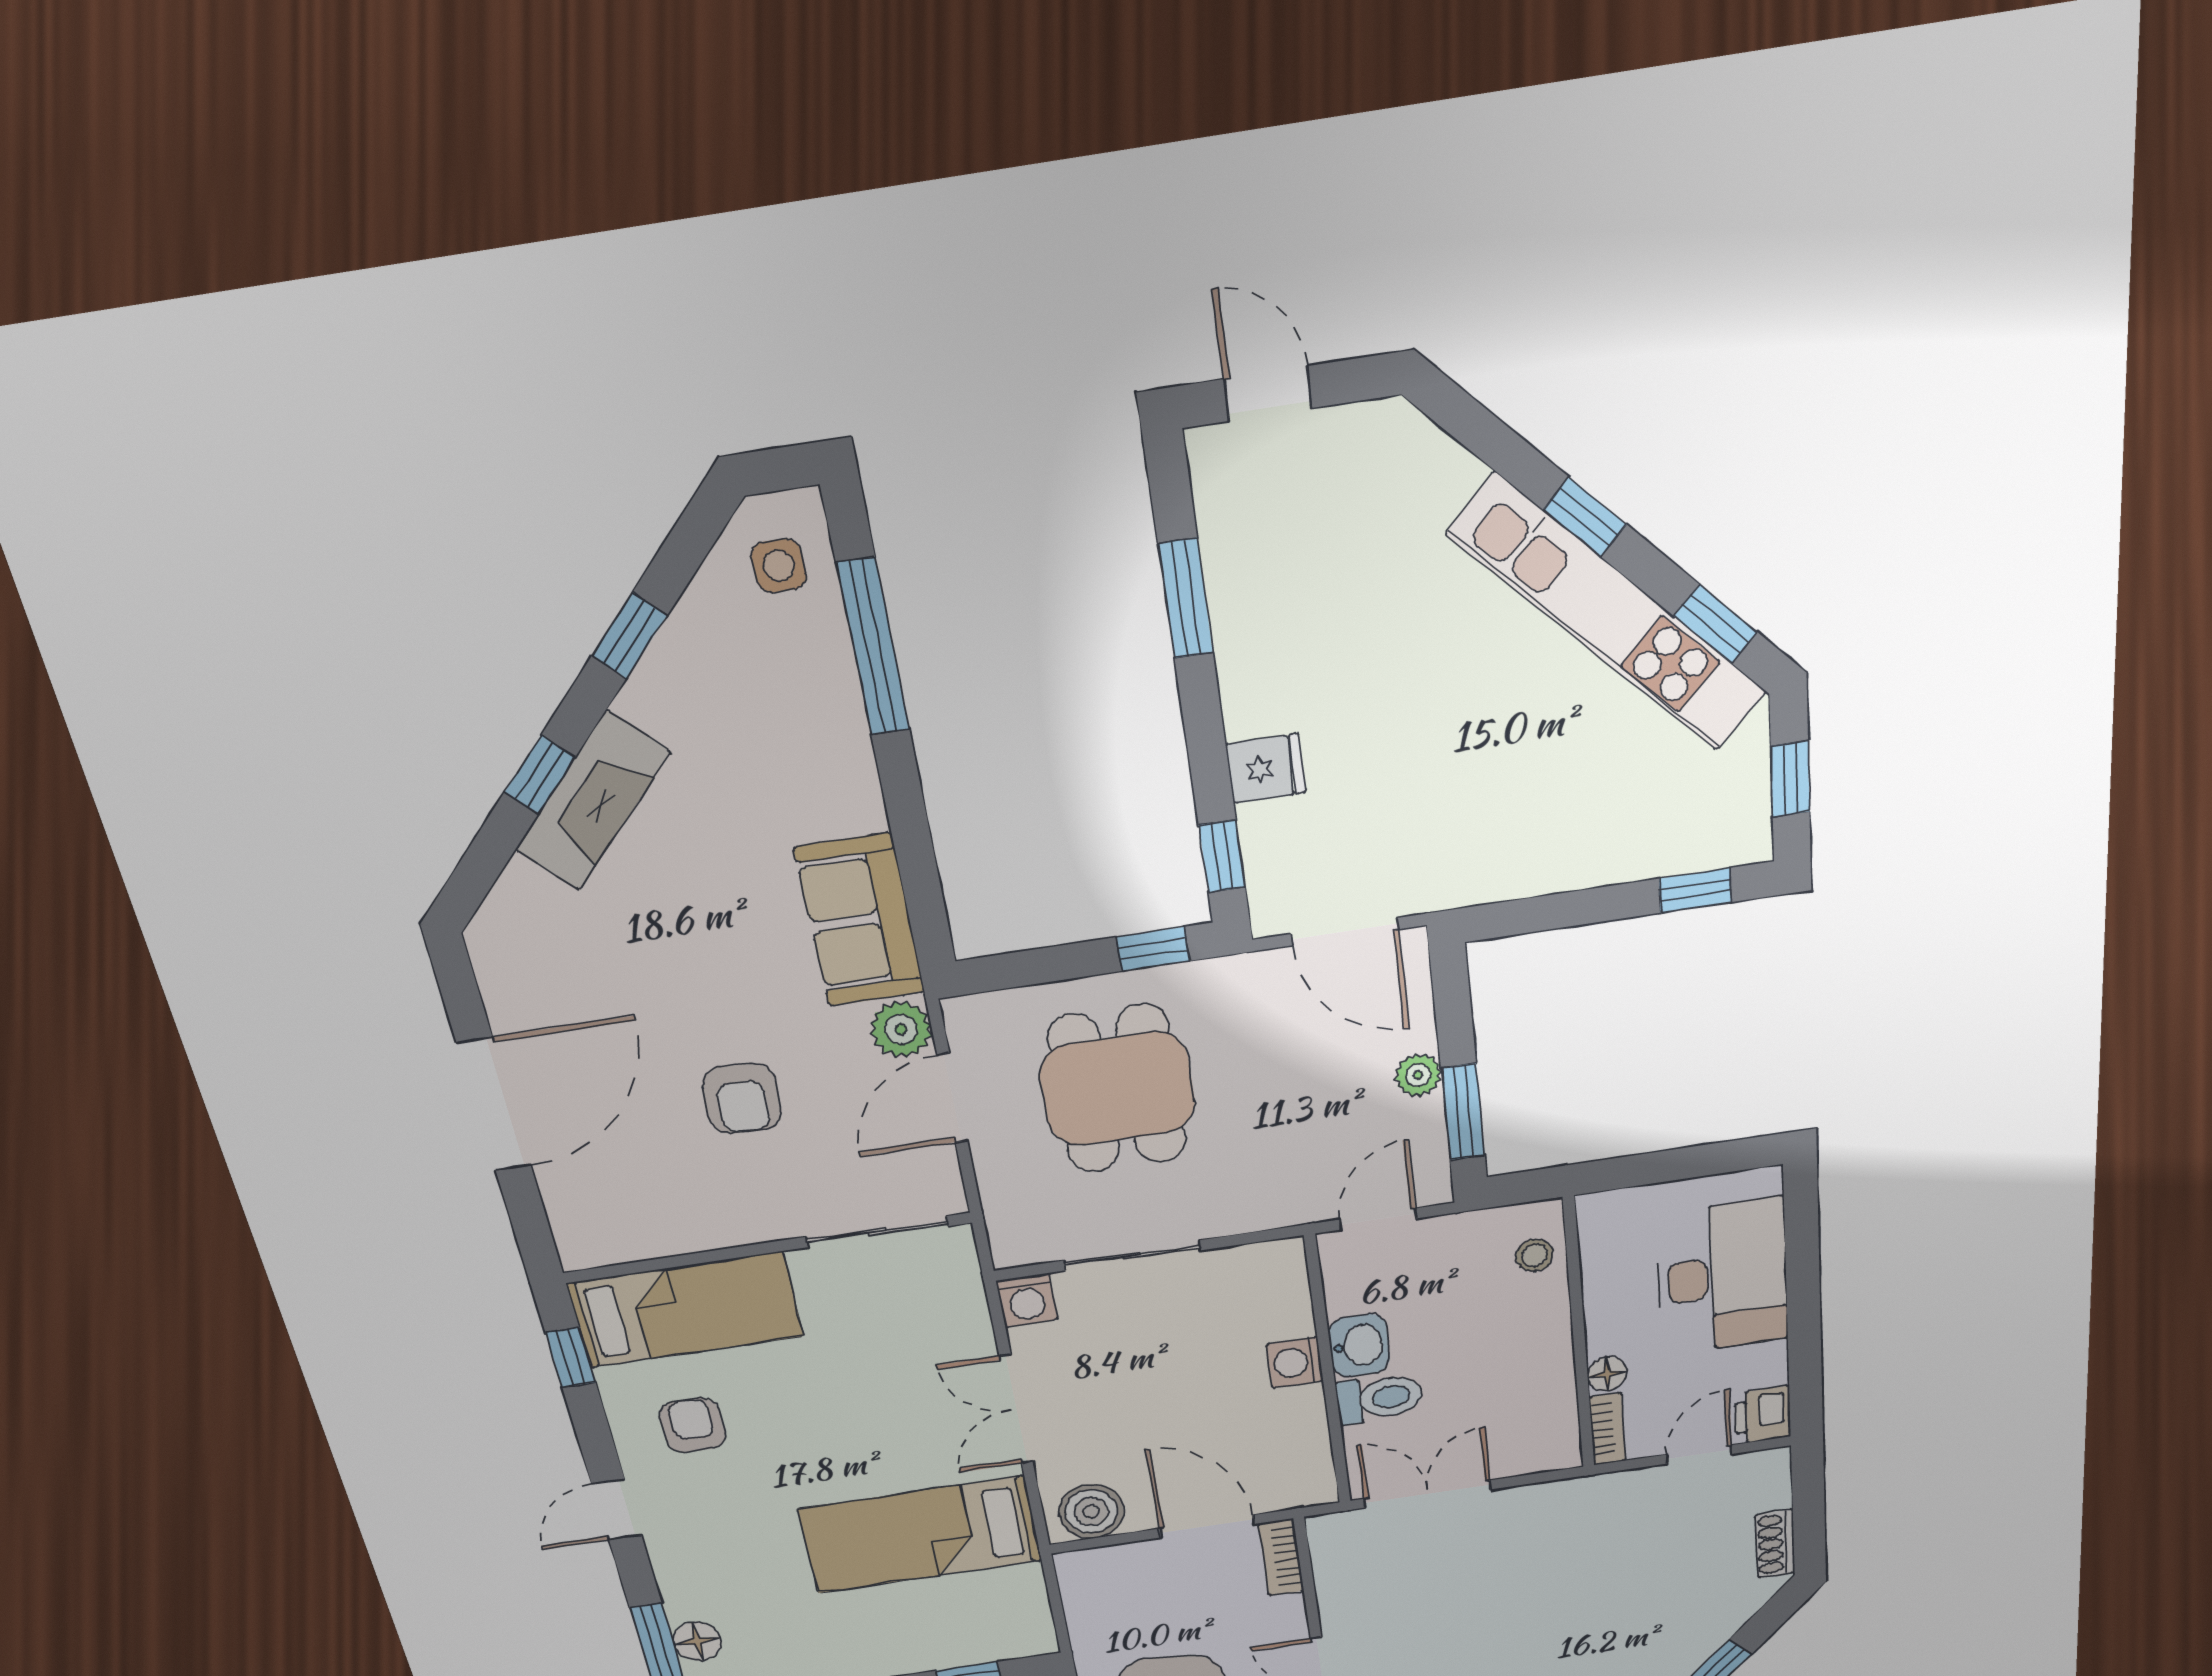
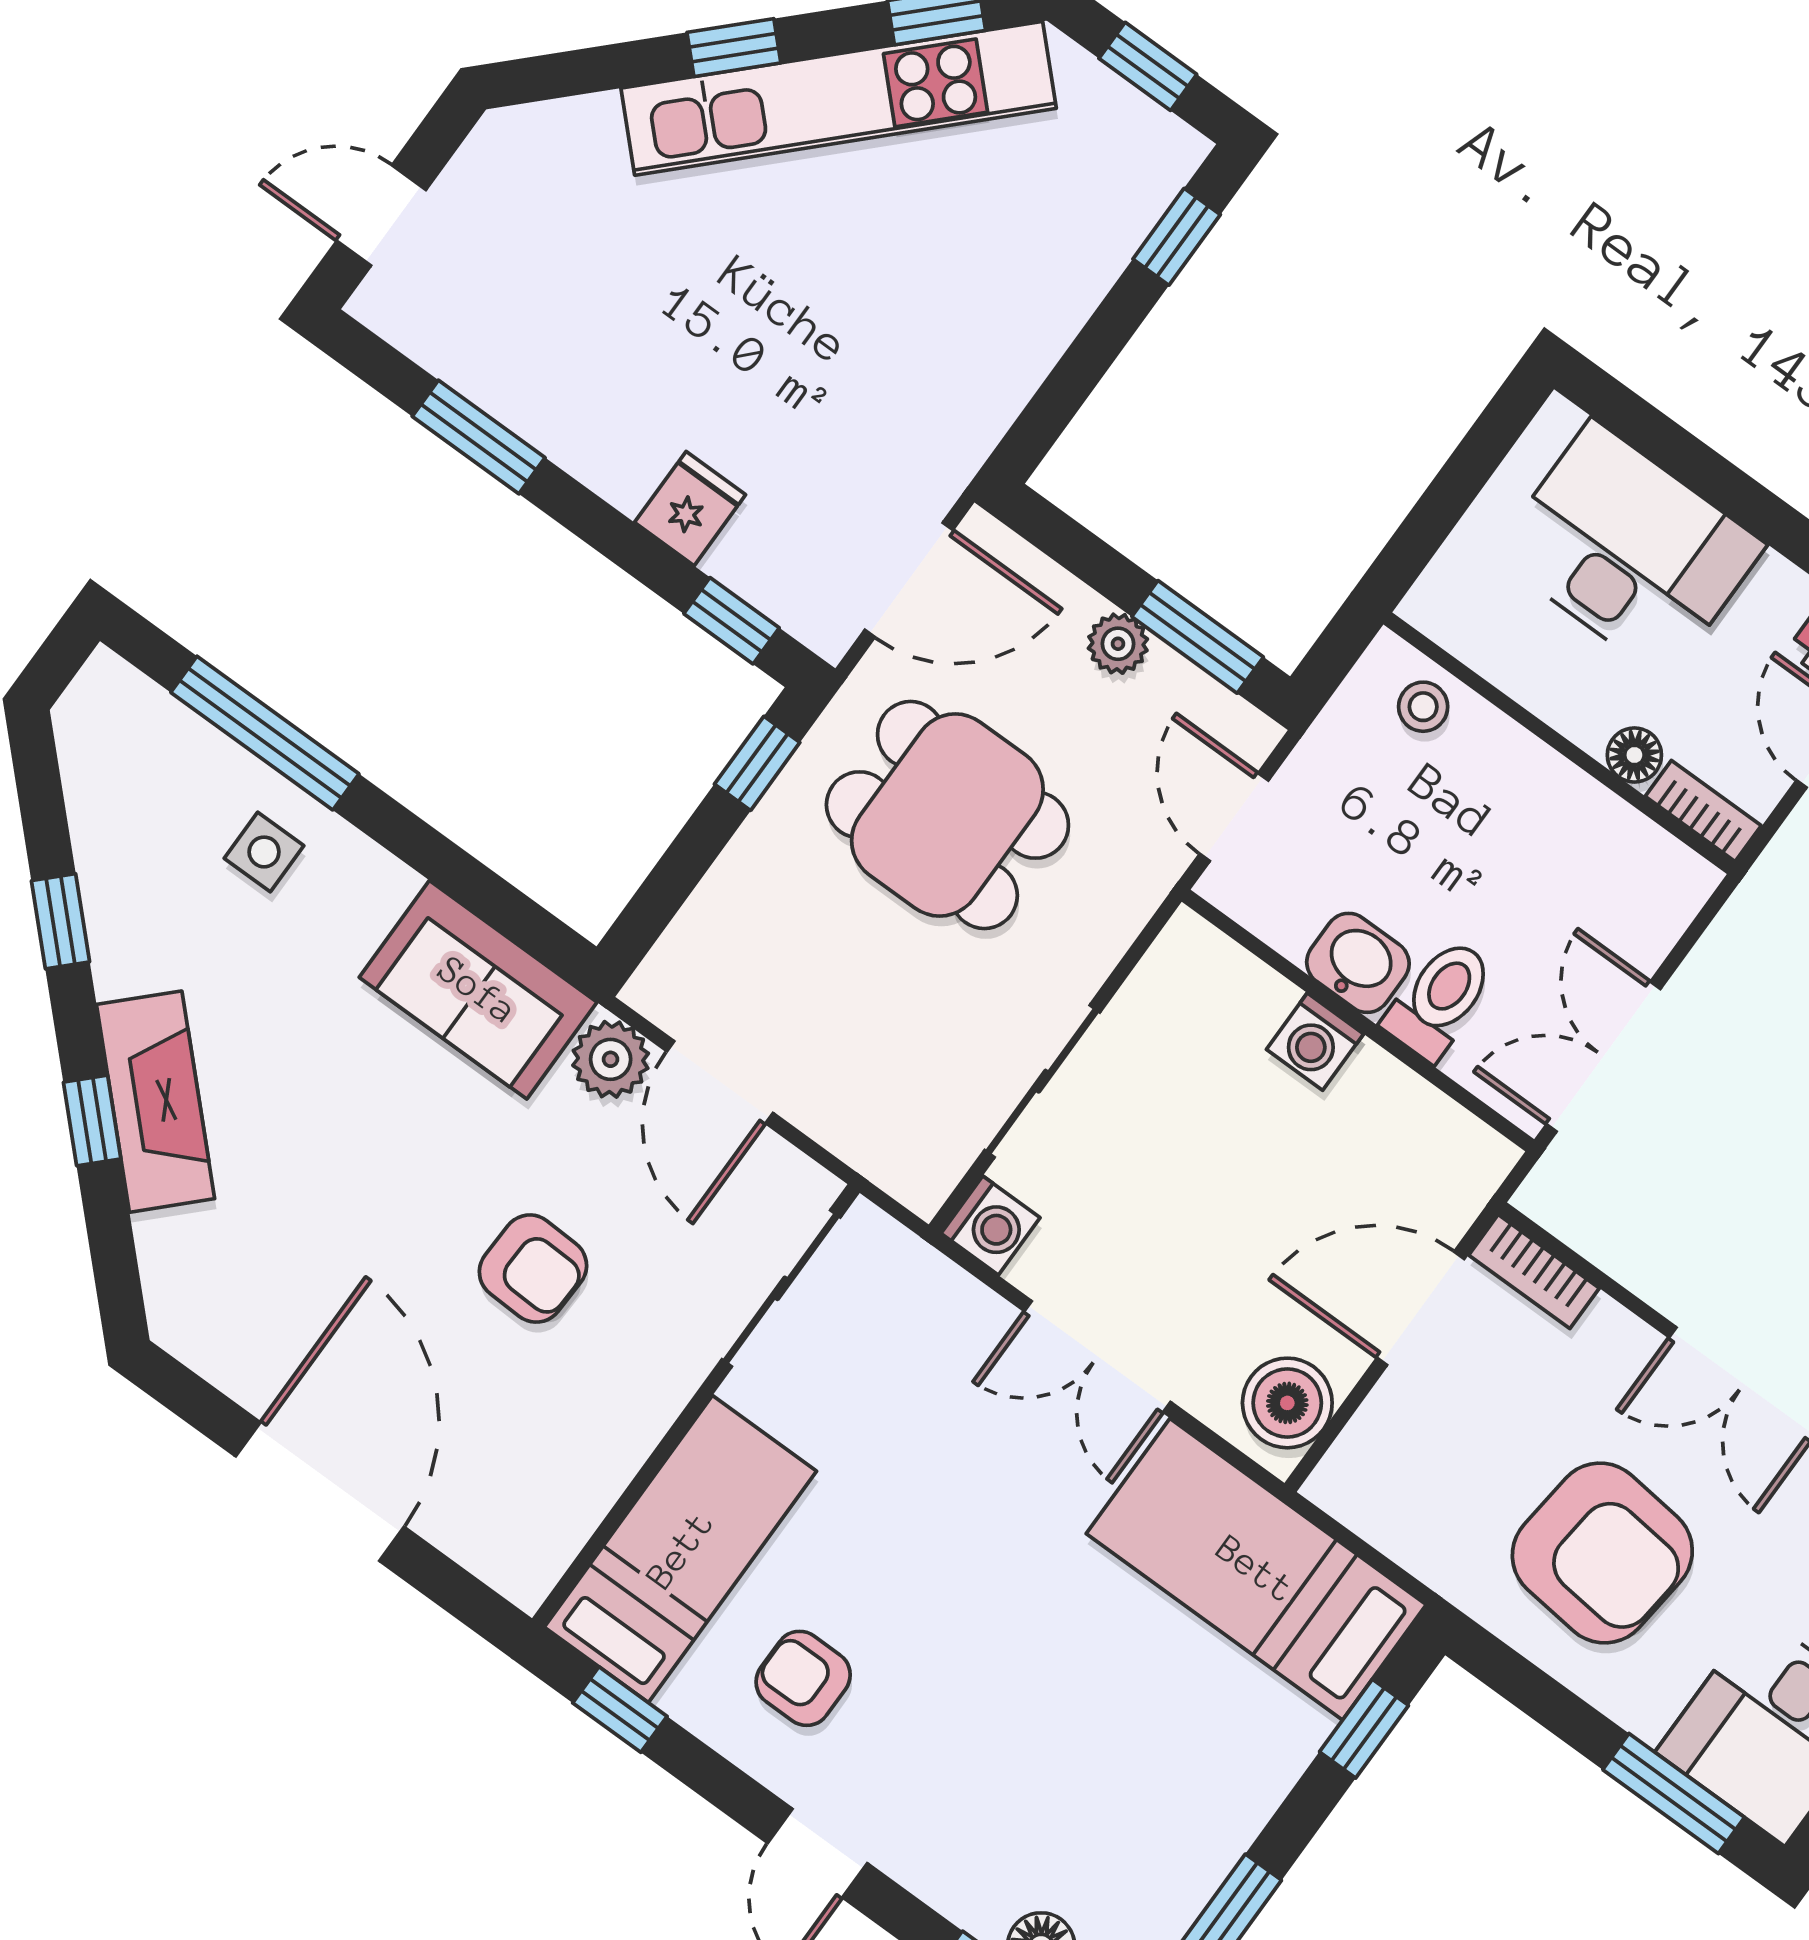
side table: (779, 566) -> (264, 852), moved
dining table: (1118, 1089) -> (947, 815), moved
bed: (921, 1535) -> (1256, 1569), moved, turned 90

